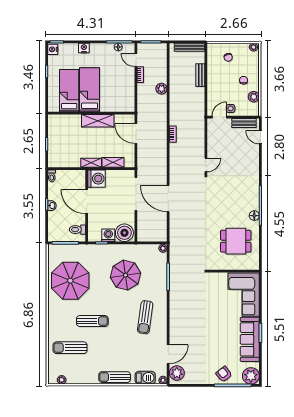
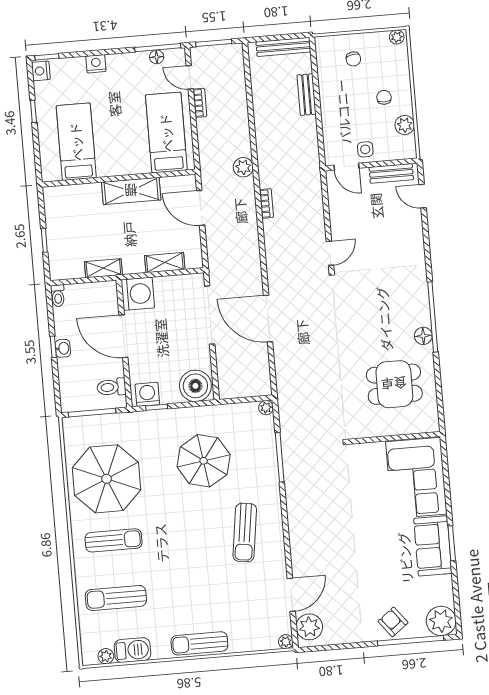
plant: (161, 89) -> (243, 167), moved
bed: (90, 90) -> (166, 133), moved
door: (219, 117) -> (346, 167), swing flipped
shelving: (91, 163) -> (103, 268), moved
washing machine: (108, 235) -> (147, 394), moved
sun lounger: (92, 321) -> (114, 540), moved
sofa: (250, 339) -> (433, 546), width x0.73
barbecue: (145, 378) -> (132, 650), moved

